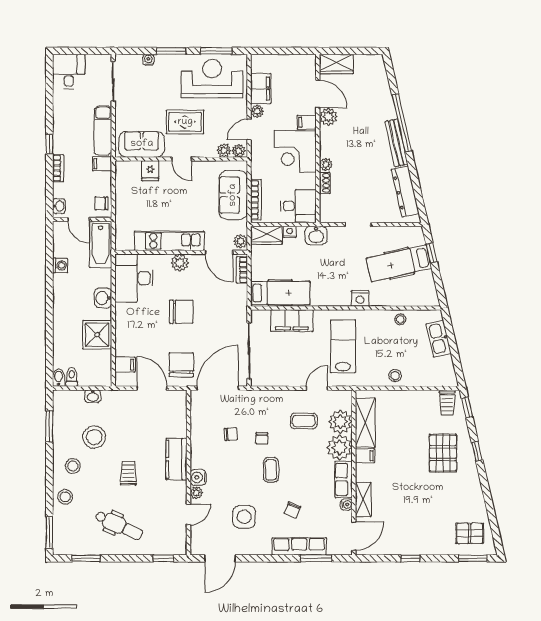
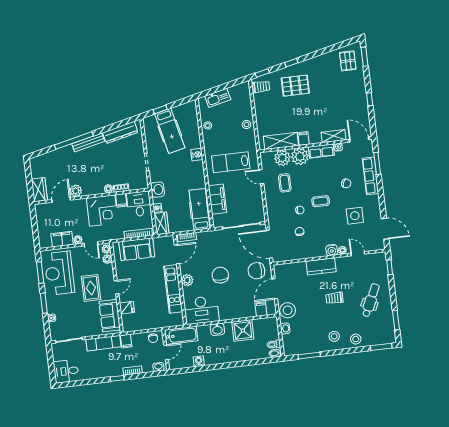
filing cabinet: (307, 122) -> (121, 200), moved
plant: (241, 241) -> (168, 240), removed
stool: (94, 437) -> (288, 310), moved

